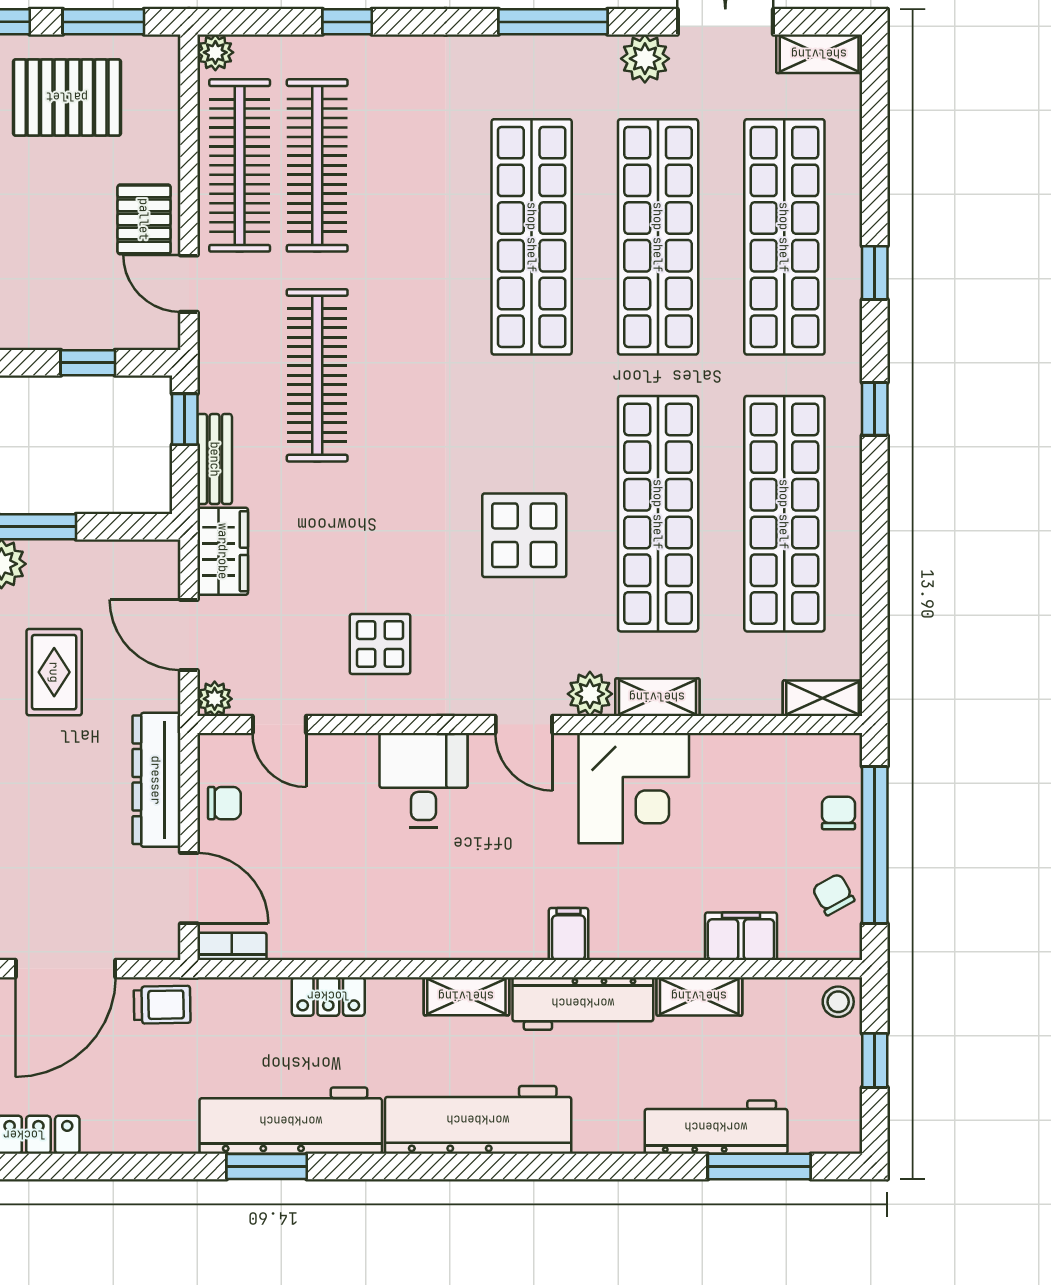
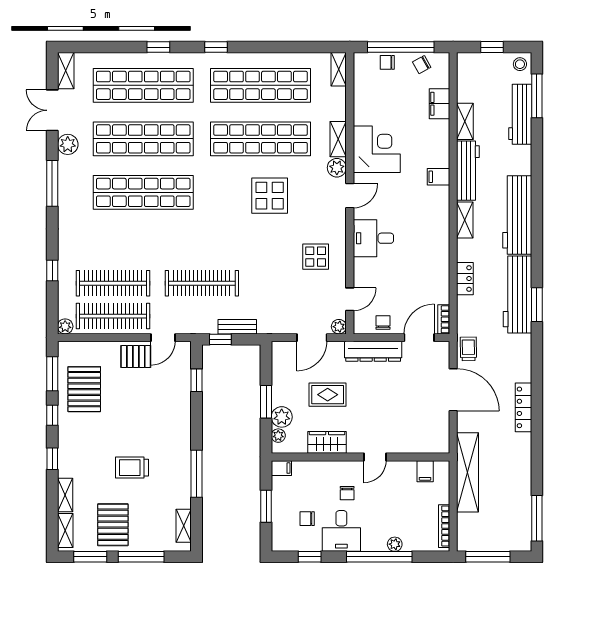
wardrobe: (223, 551) -> (276, 323), removed
stool: (838, 1002) -> (520, 64), moved

